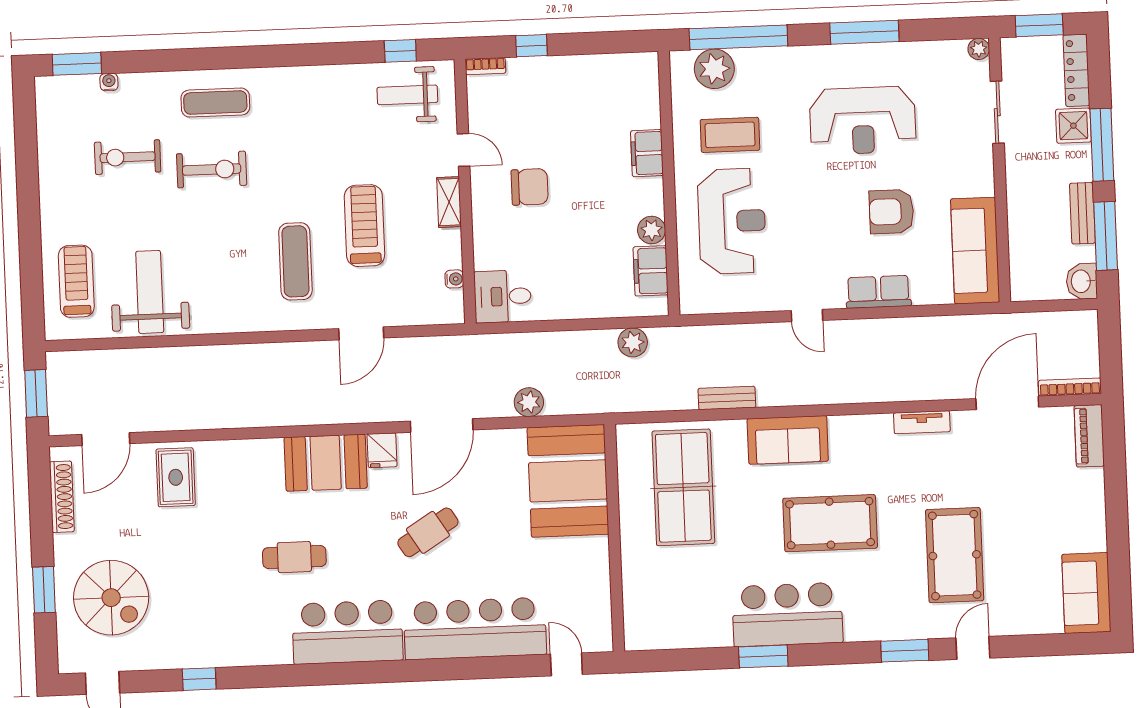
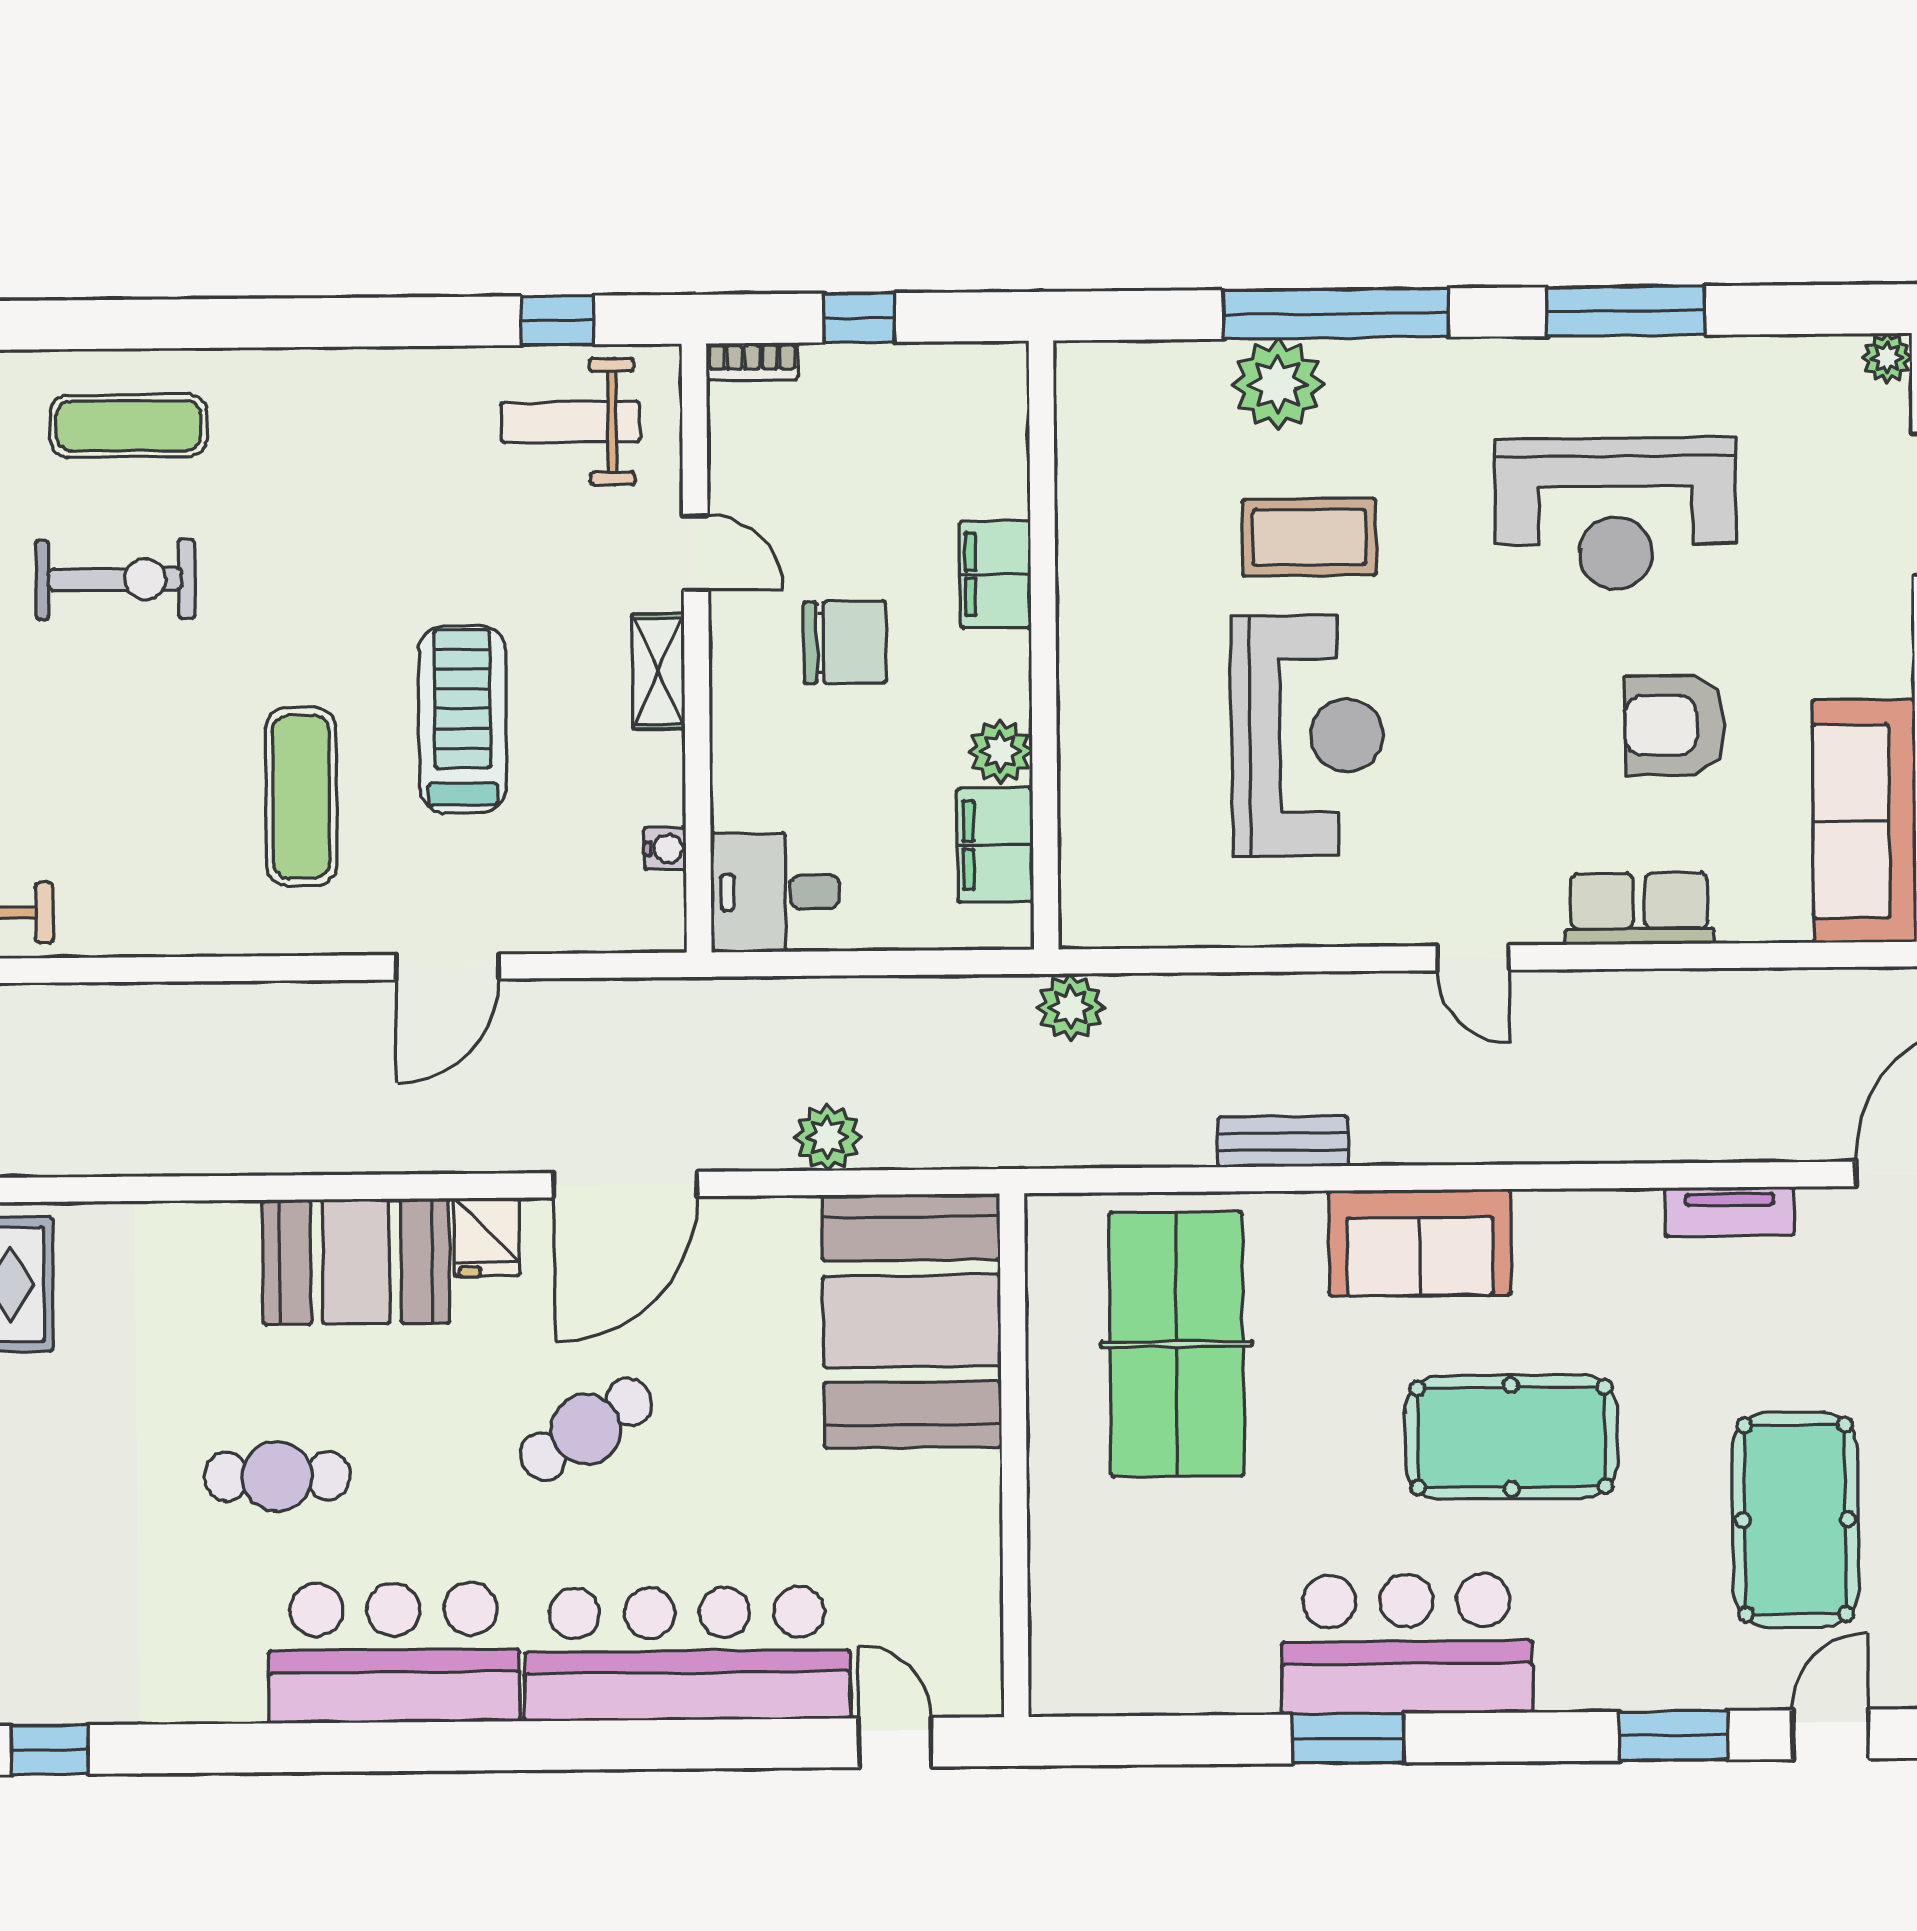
filing cabinet: (647, 153) -> (995, 574), moved
wall: (669, 183) -> (1044, 645), moved
plant: (652, 230) -> (1000, 751), moved
filing cabinet: (651, 271) -> (995, 845), moved

